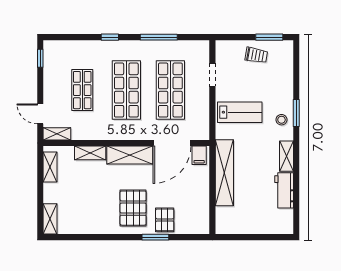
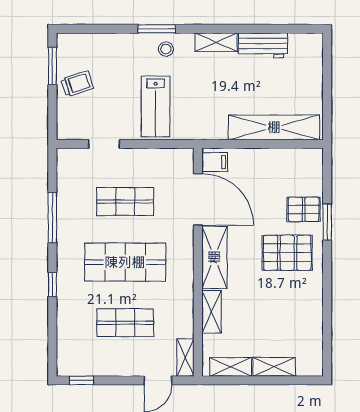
trolley: (256, 55) -> (77, 84), turned 62
shop shelf: (170, 90) -> (125, 202), width x0.70, depth x0.74
lab bench: (240, 112) -> (156, 106), turned 180
shelving: (224, 173) -> (274, 127), moved
shelving: (50, 219) -> (274, 367), moved

